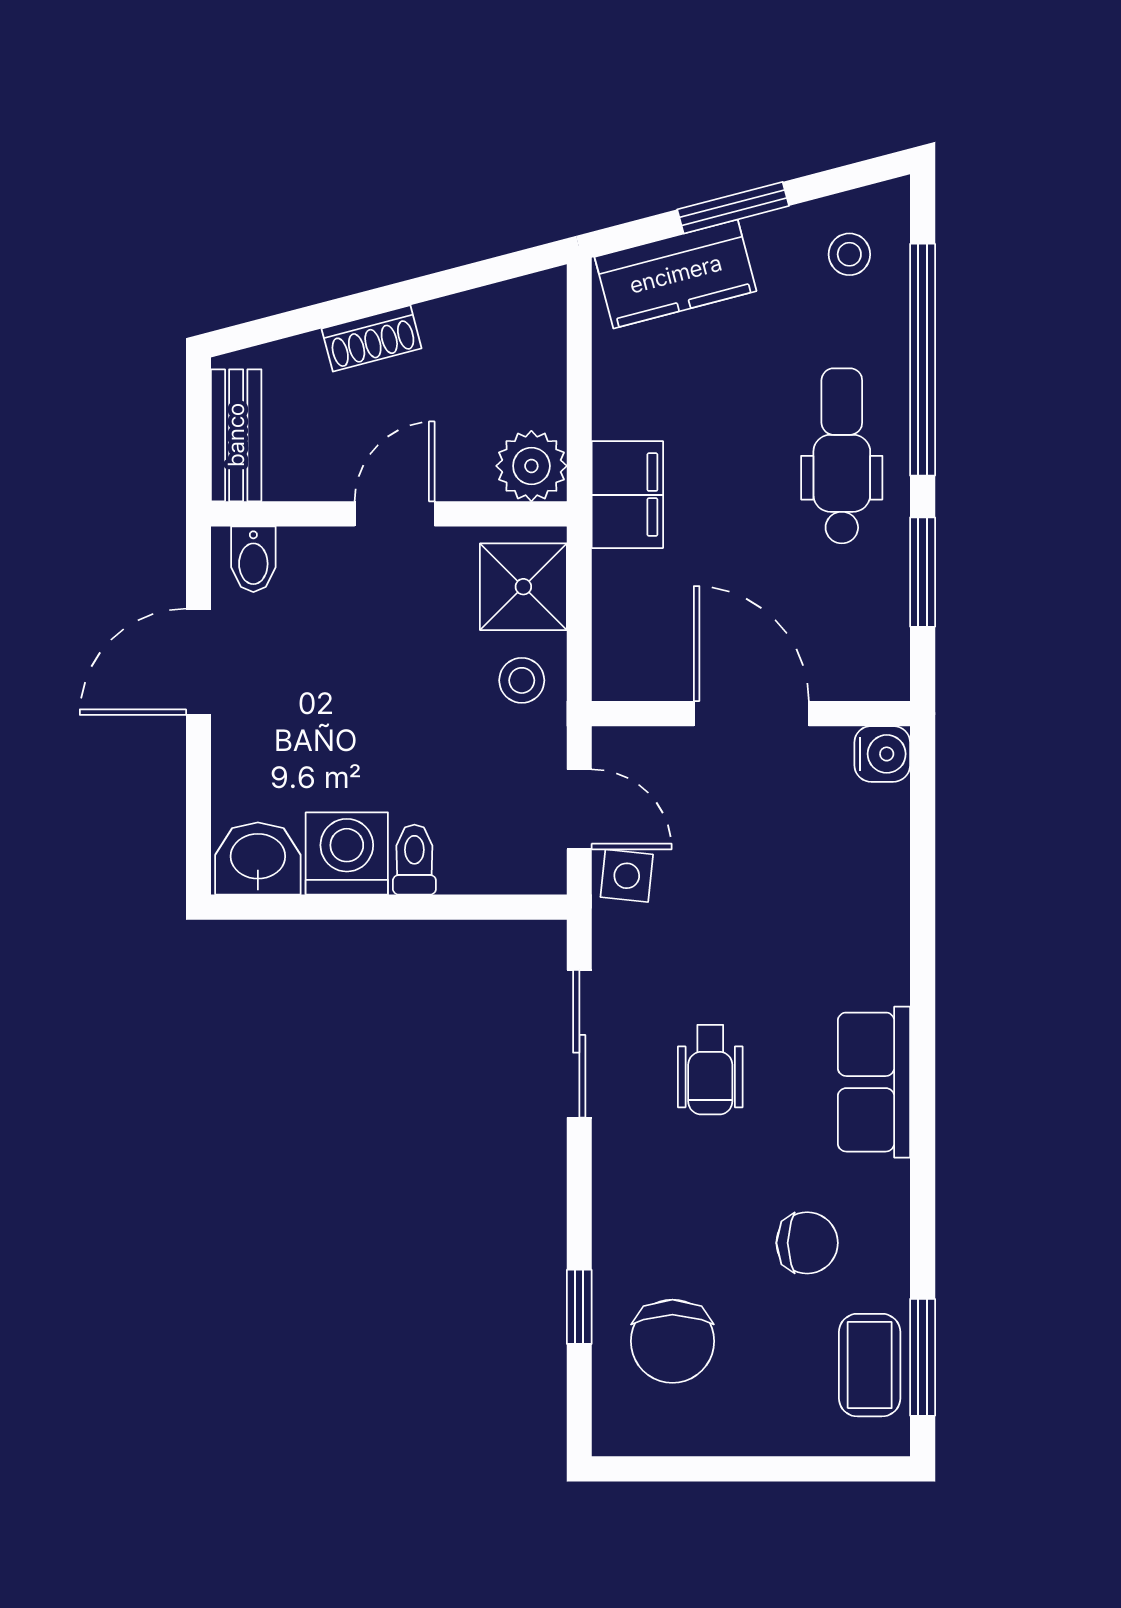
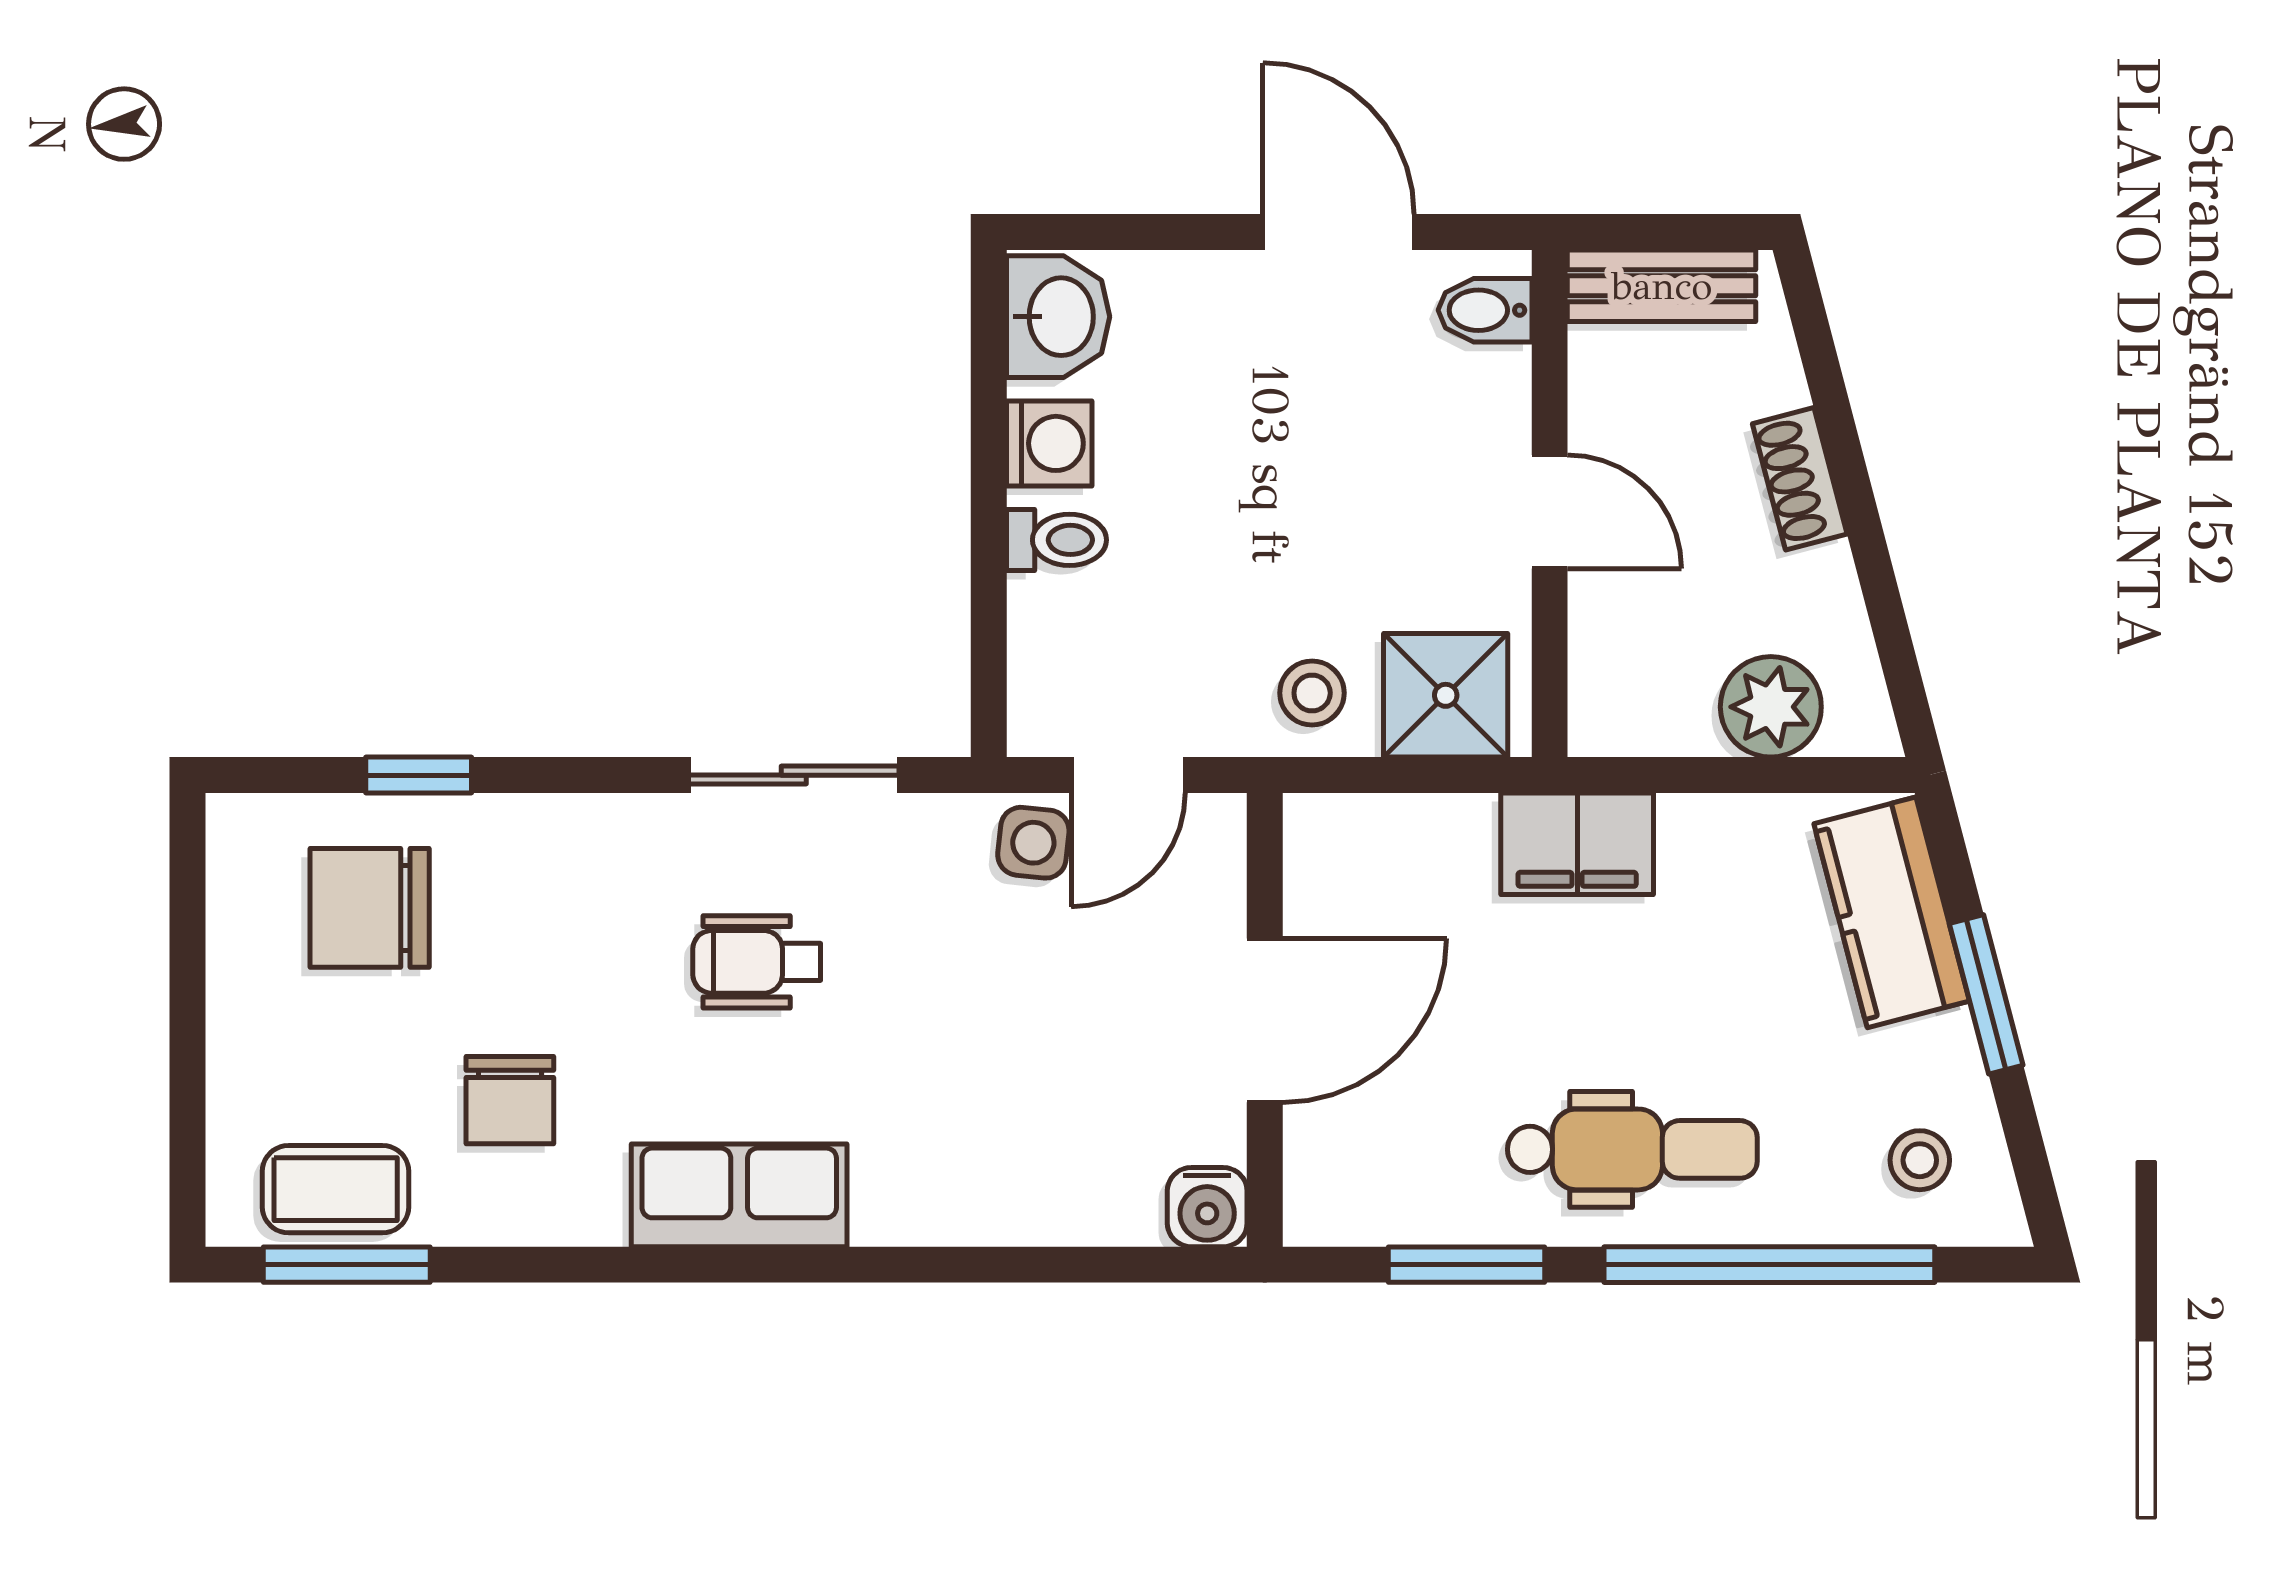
plant: (531, 466) -> (1771, 707), moved
washing machine: (347, 853) -> (1049, 443), width x0.73, depth x0.73

